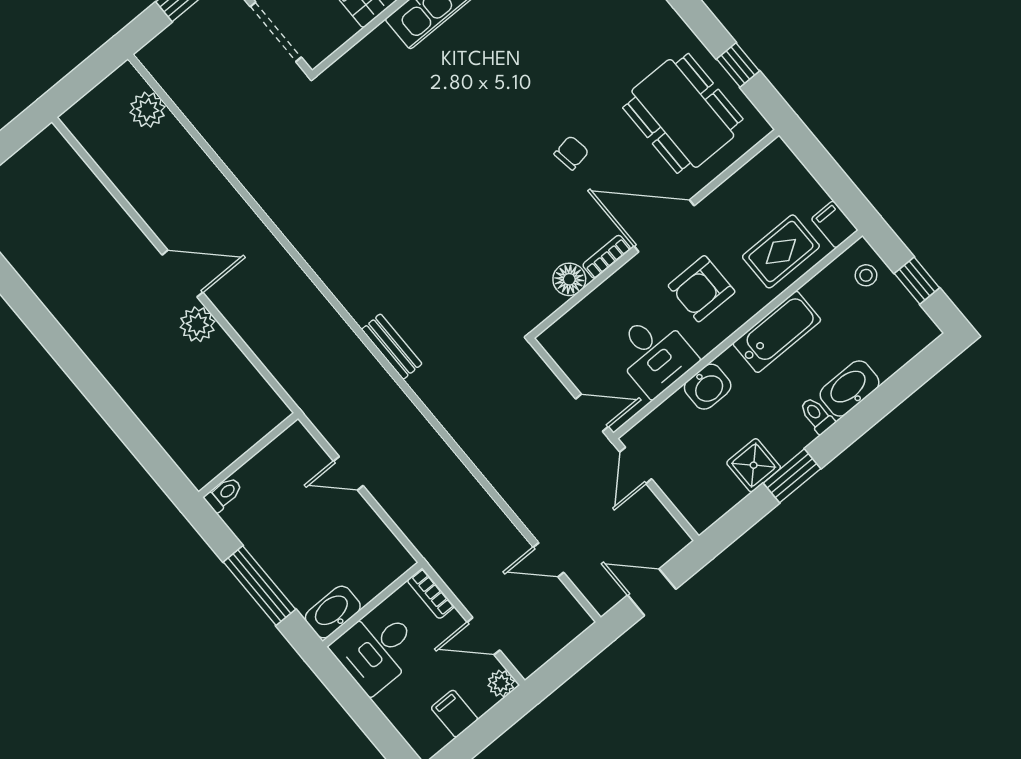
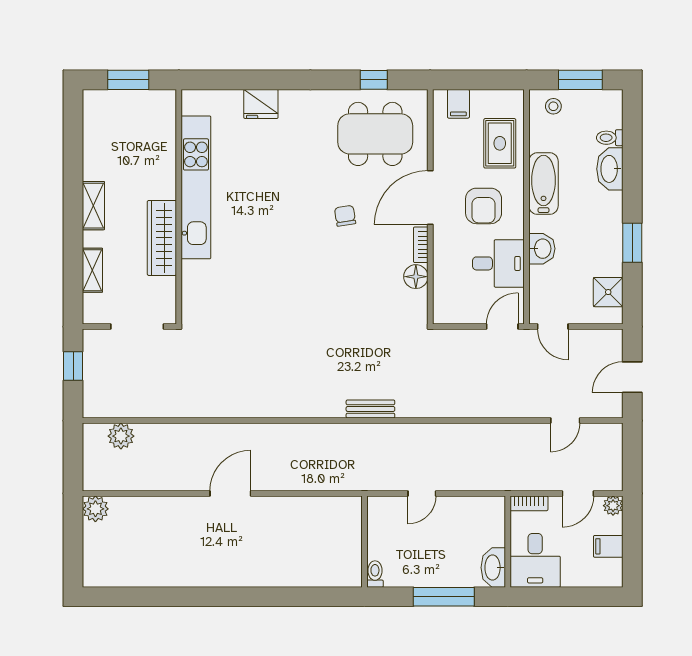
filing cabinet: (835, 224) -> (458, 104), moved, turned -90
window: (917, 281) -> (580, 80), width x1.50
plant: (197, 324) -> (95, 509), moved
toilet: (817, 415) -> (610, 138), moved
shower: (754, 465) -> (608, 292), moved

